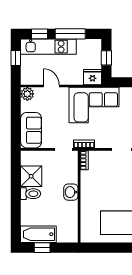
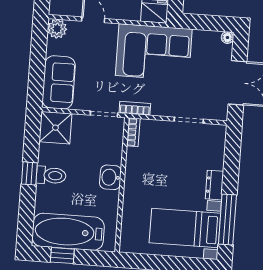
shower: (31, 176) -> (55, 128), moved
window: (16, 193) -> (29, 173), added
bathtub: (38, 234) -> (68, 232), width x1.36, depth x1.36

